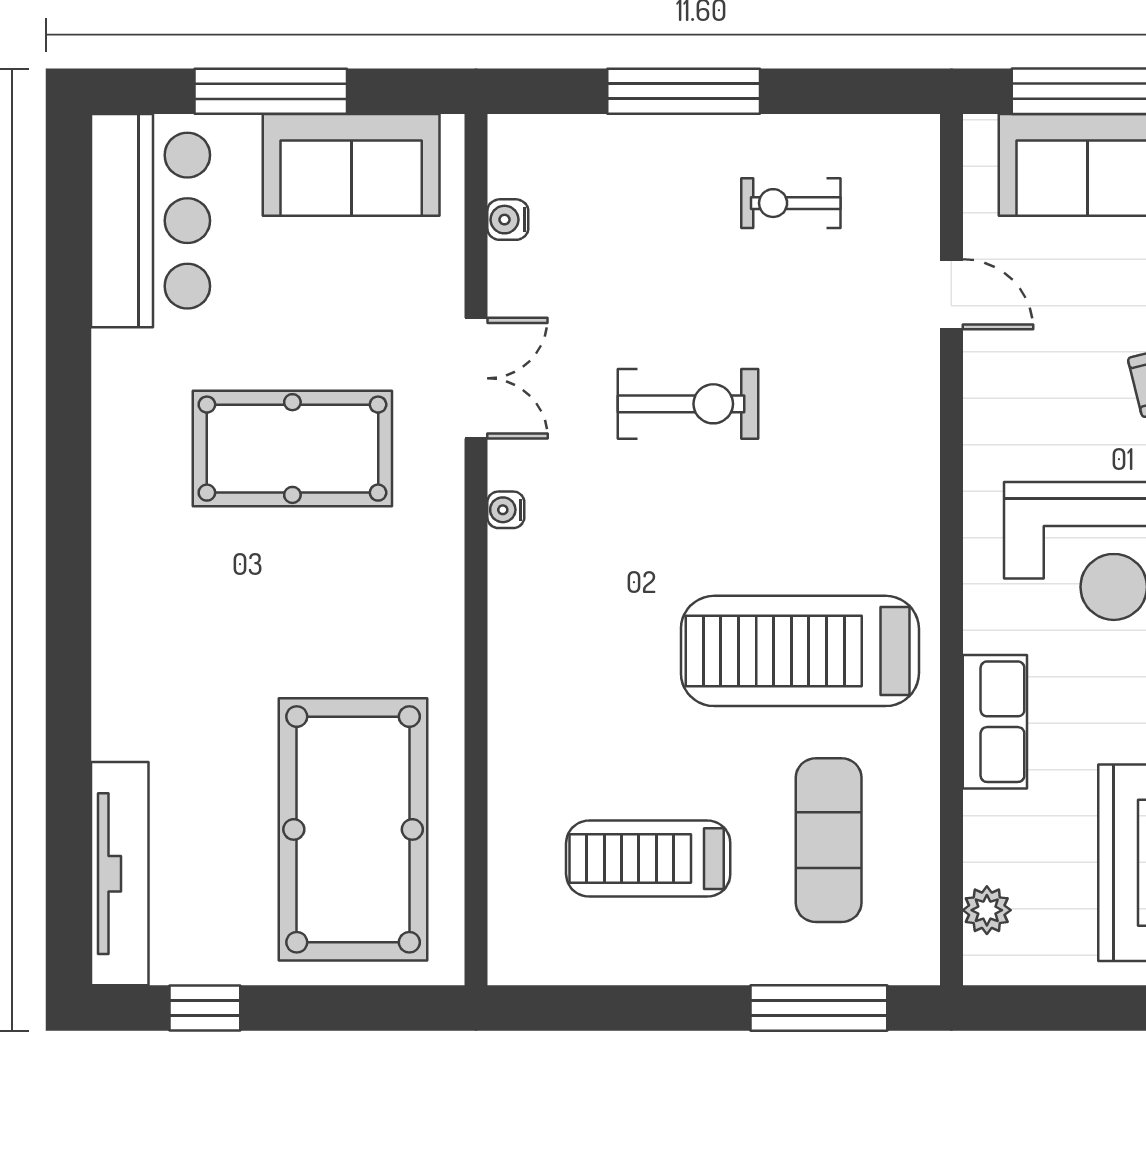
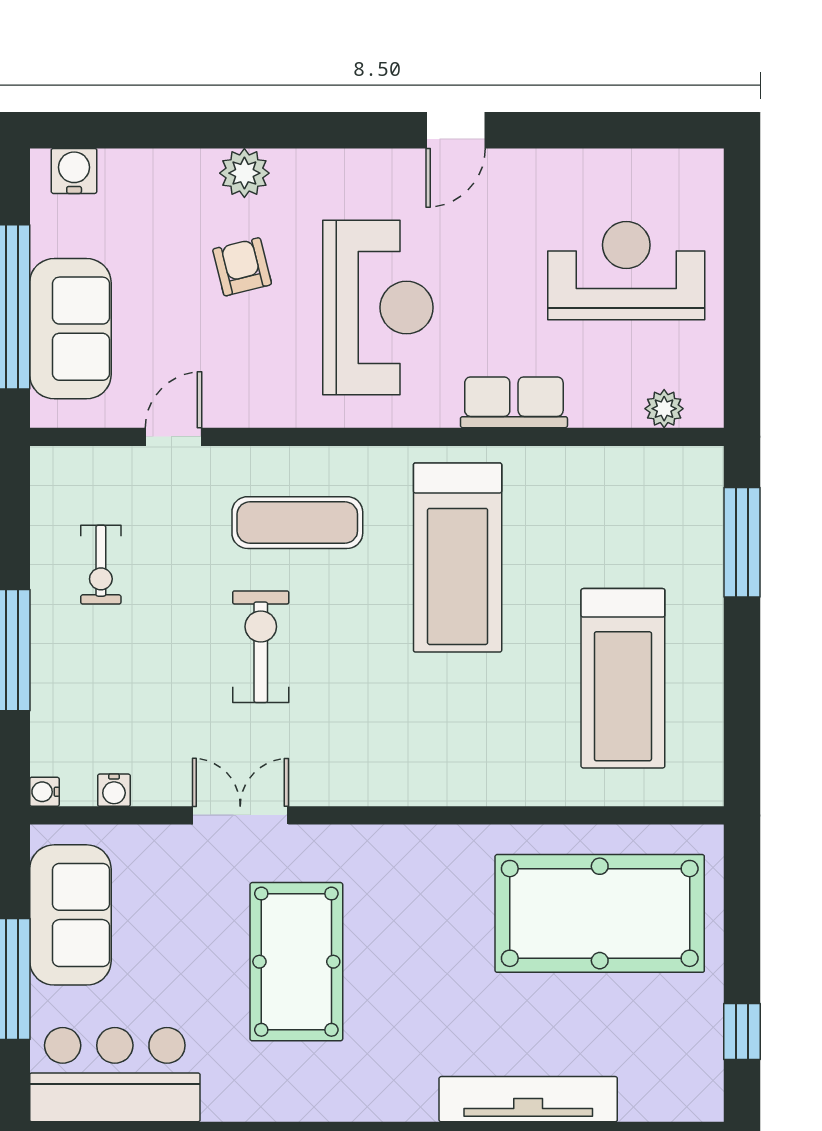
water cooler: (506, 510) -> (44, 792), moved, turned 90
exercise mat: (829, 840) -> (297, 523), moved
treadmill: (648, 859) -> (623, 678), width x1.37, depth x1.38
tv unit: (120, 874) -> (528, 1099), moved

